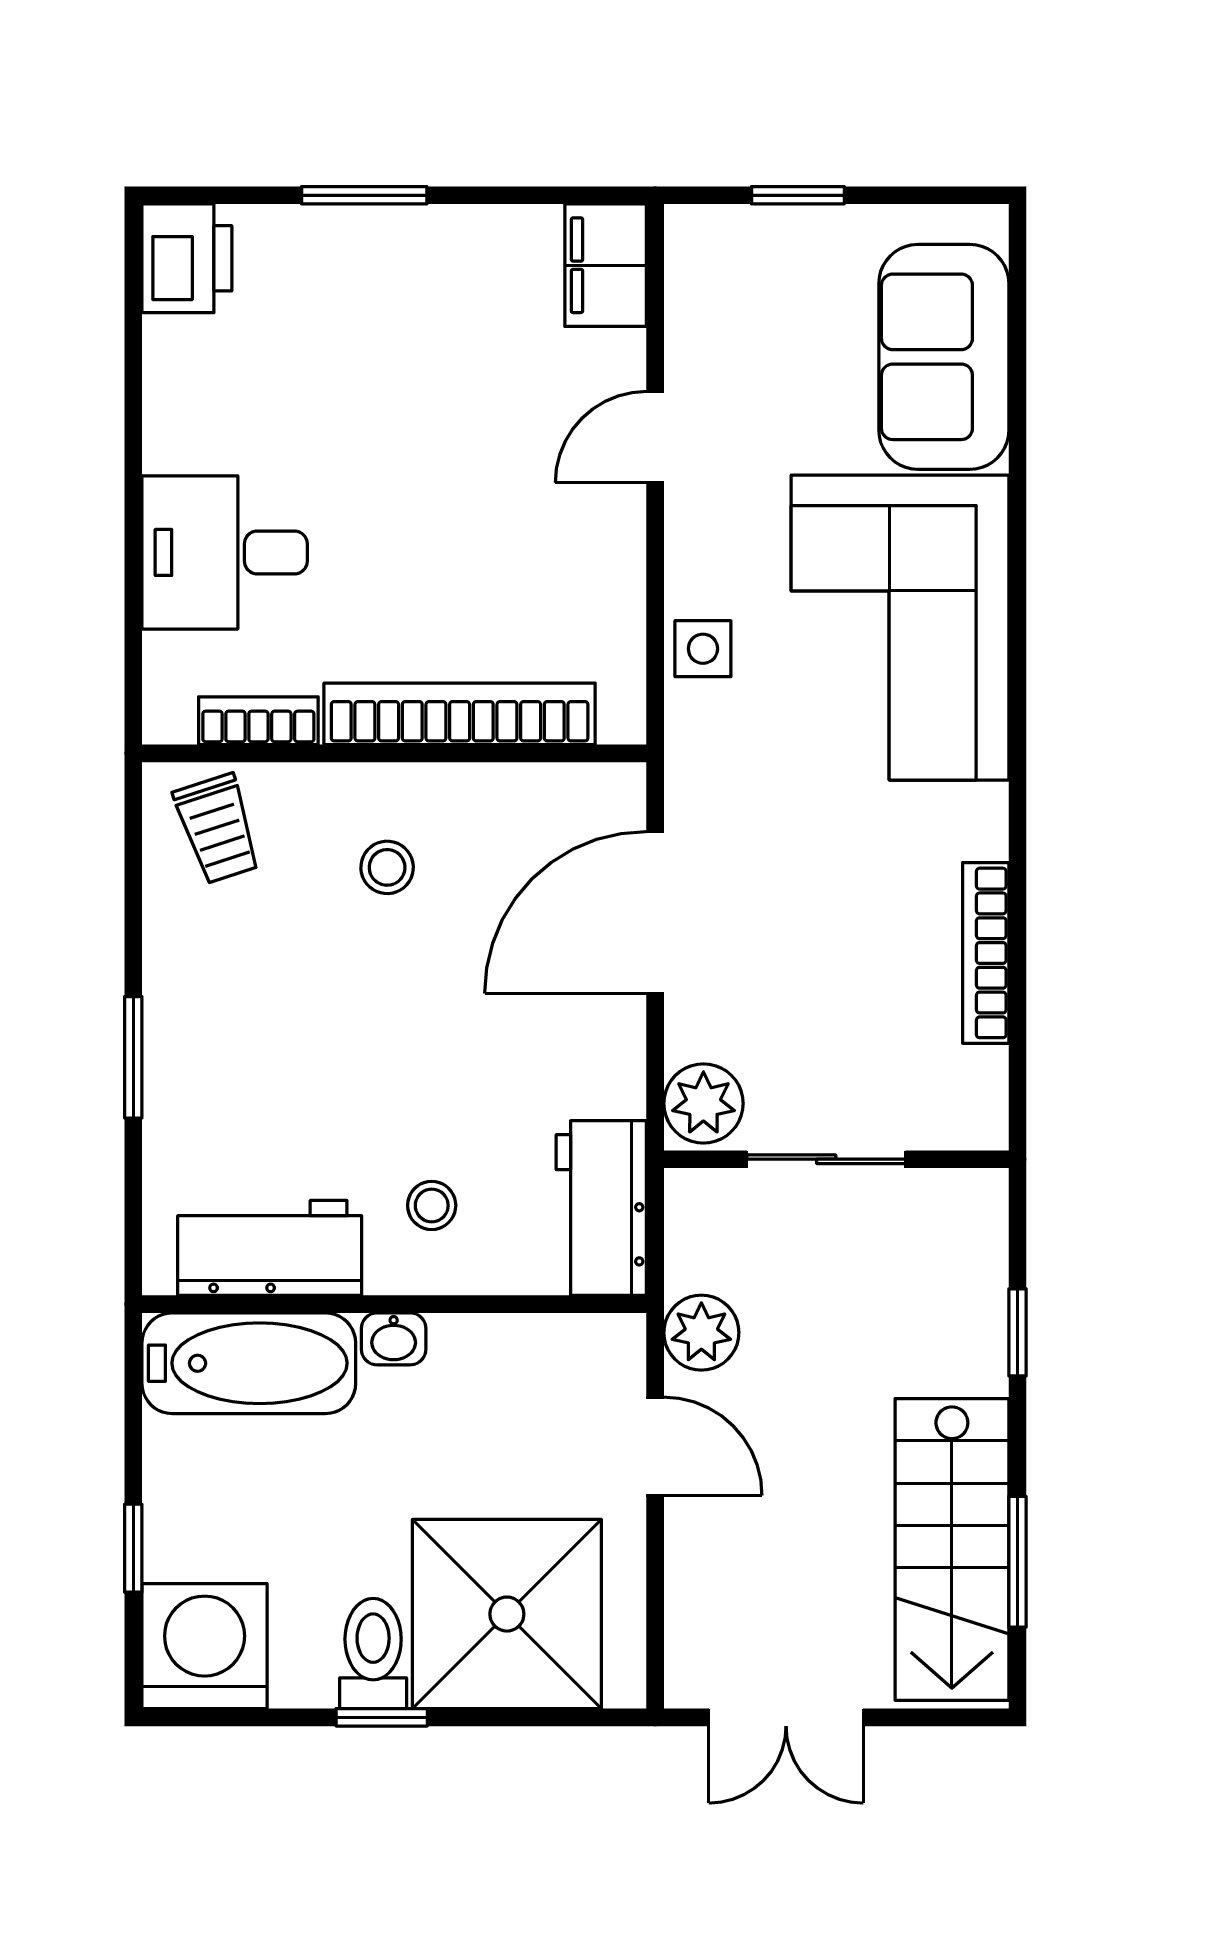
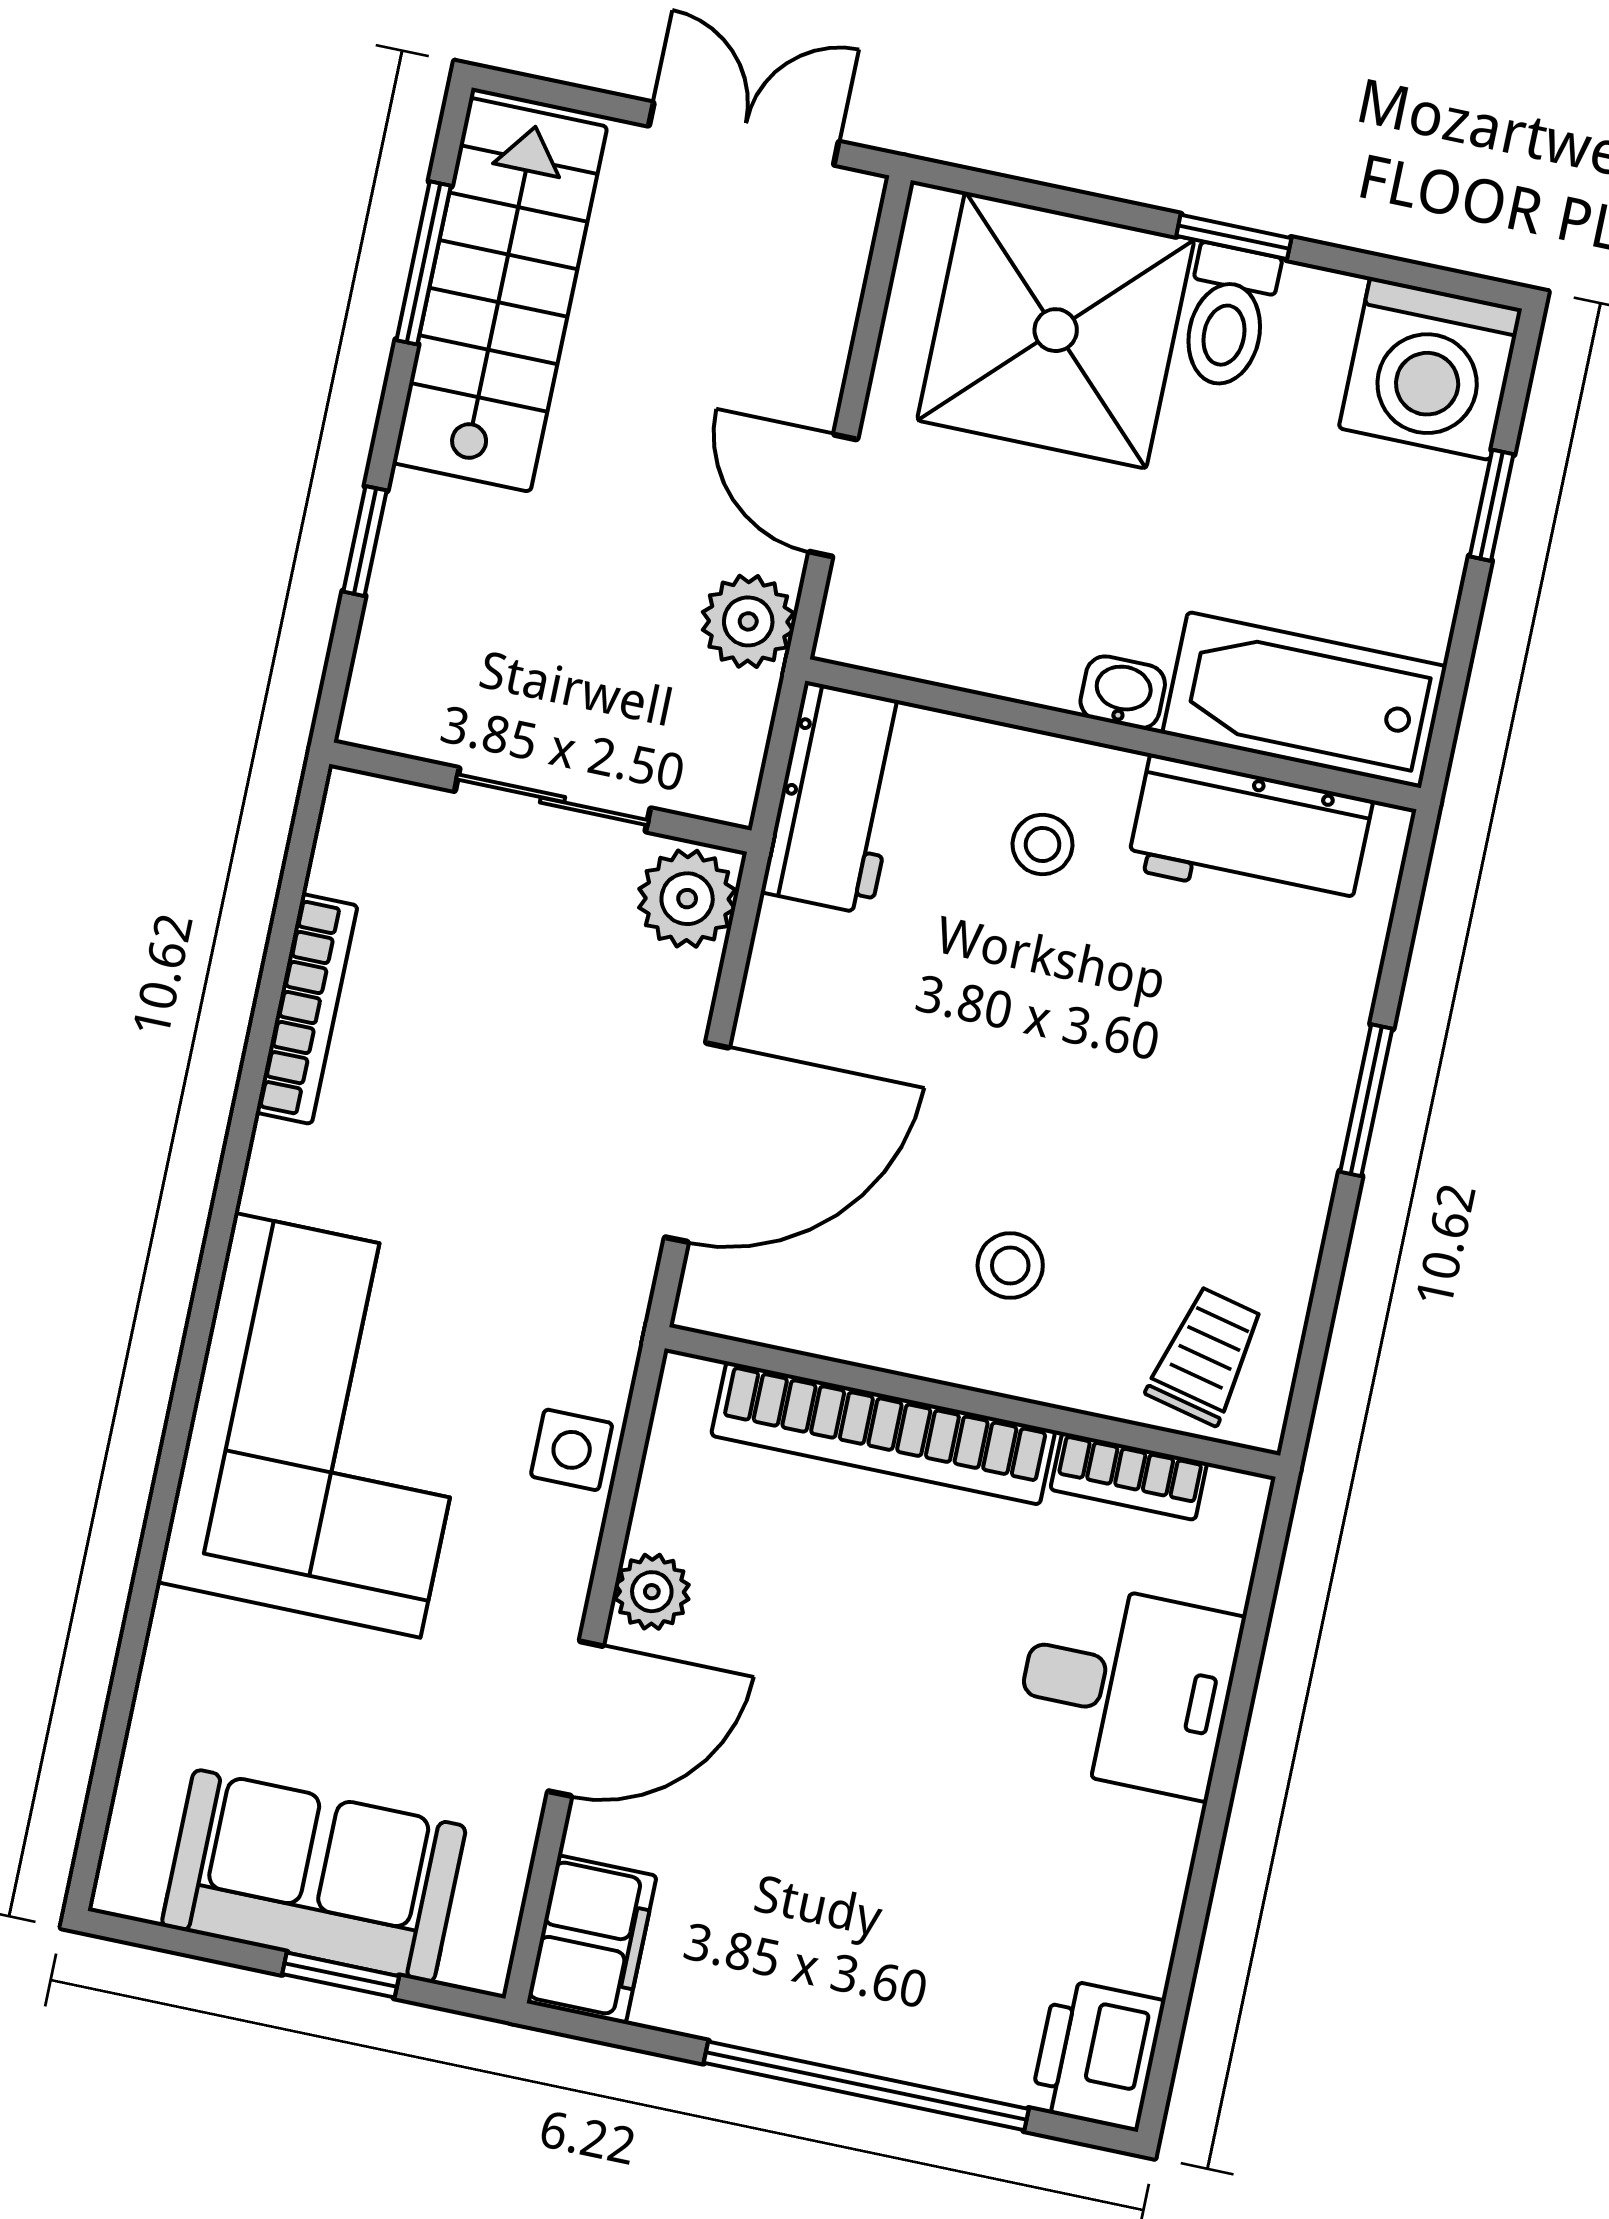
window: (364, 195) -> (866, 2086), width x2.11
sofa: (944, 357) -> (314, 1876), moved, turned -90
door: (655, 437) -> (575, 1719), width x1.38
plant: (616, 550) -> (652, 1592), added
trolley: (218, 829) -> (1206, 1356), turned 31

